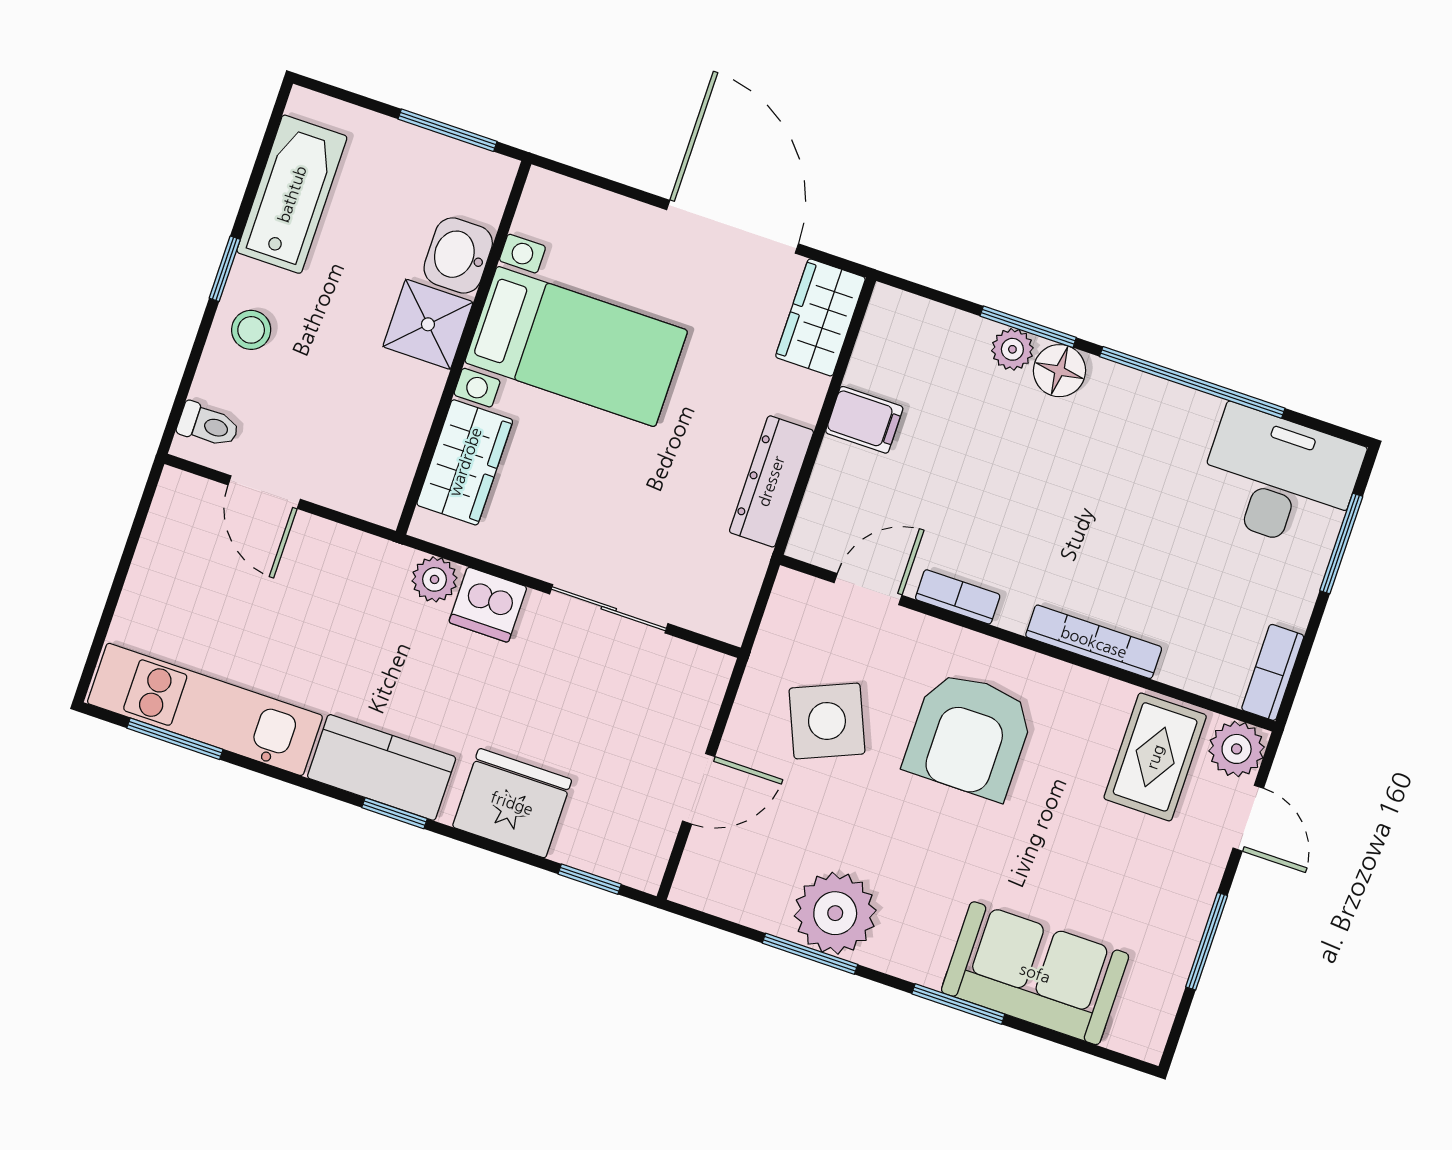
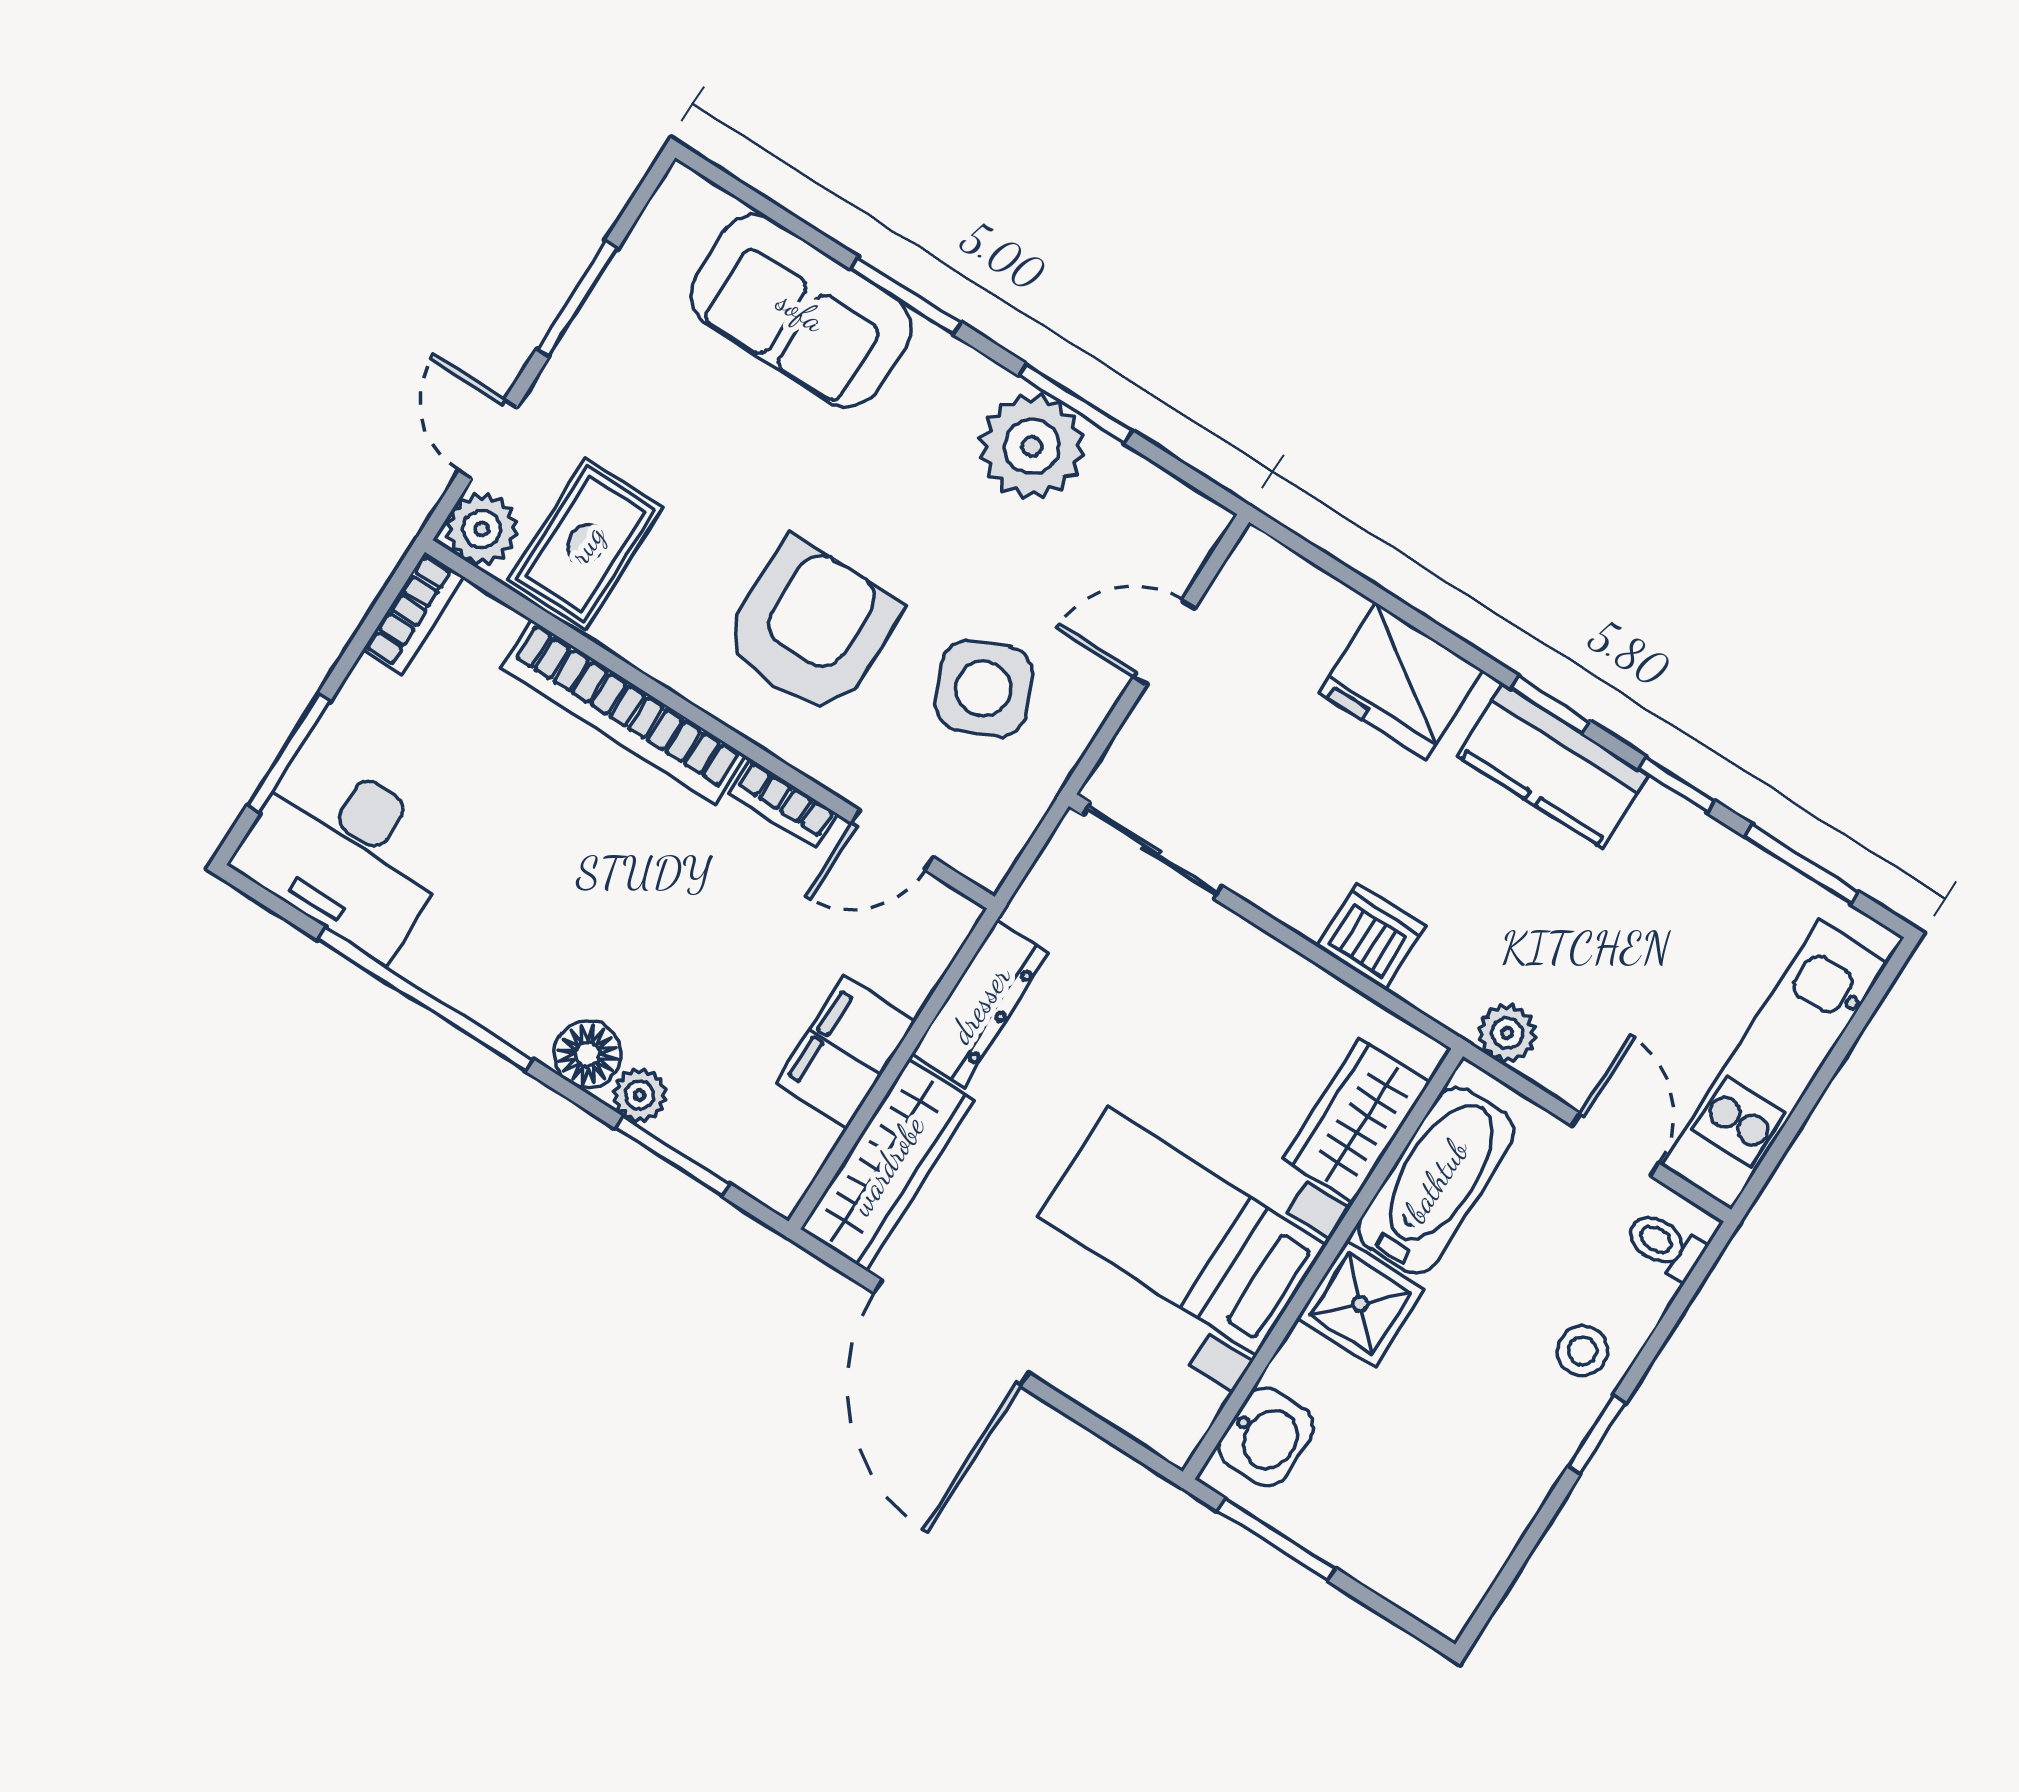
bathtub: (292, 194) -> (1436, 1180), moved, turned 180
washbasin: (458, 255) -> (1266, 1437), moved
wardrobe: (820, 317) -> (887, 1165), width x1.50
window: (1028, 327) -> (673, 1156), moved
filing cabinet: (864, 420) -> (846, 1052), width x2.00
plant: (435, 579) -> (1507, 1033), moved
sliding door: (609, 609) -> (1152, 850), moved
bookcase: (1094, 642) -> (624, 712), width x1.48, depth x1.31
kitchen unit: (205, 709) -> (1775, 1064), moved, turned 90
window: (590, 879) -> (1677, 785), moved

